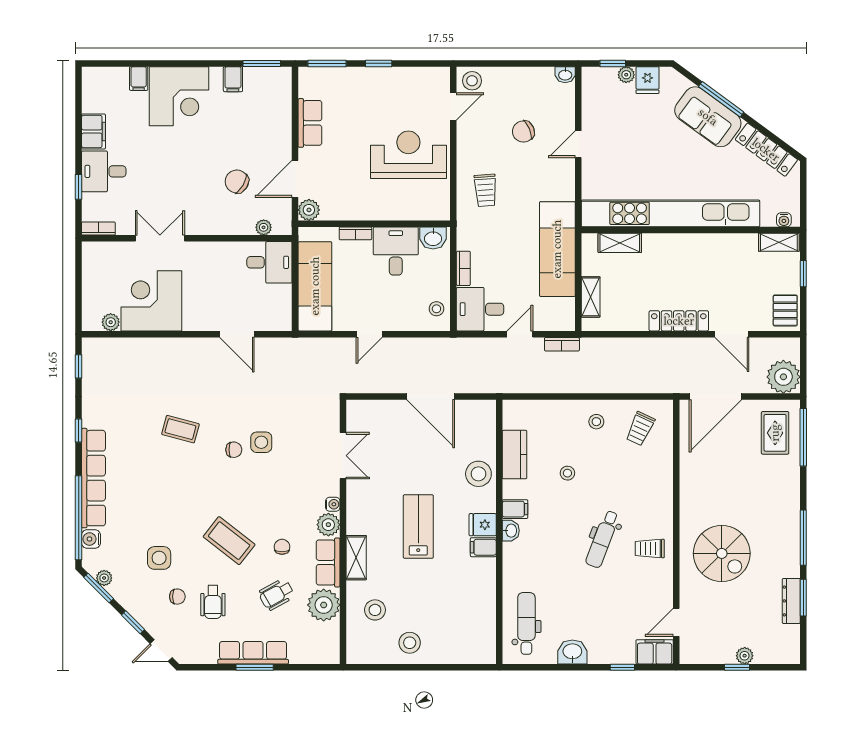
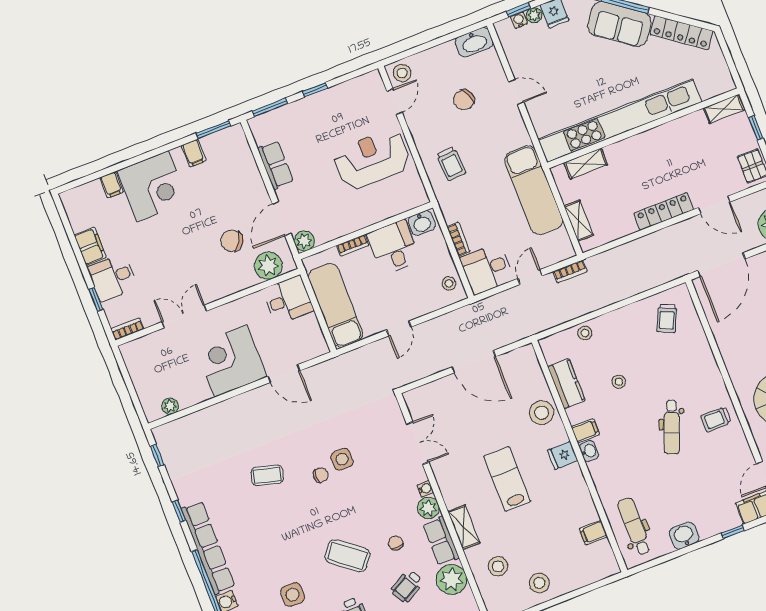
washbasin: (565, 75) -> (474, 42), width x1.91, depth x1.45
door: (578, 144) -> (516, 92), swing flipped
water cooler: (784, 220) -> (519, 20), moved, turned 180
plant: (264, 227) -> (268, 266), width x1.88, depth x1.88
corner desk: (151, 301) -> (231, 361), moved
stool: (596, 422) -> (585, 333), moved
filing cabinet: (483, 547) -> (593, 533), moved

